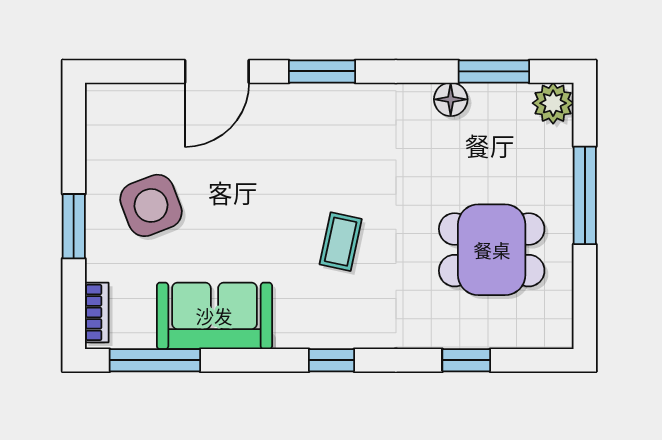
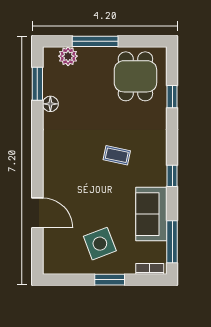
window: (322, 71) -> (37, 164), removed
plant: (553, 103) -> (68, 56), moved
dining table: (492, 250) -> (135, 76), moved
window: (332, 360) -> (172, 176), moved

